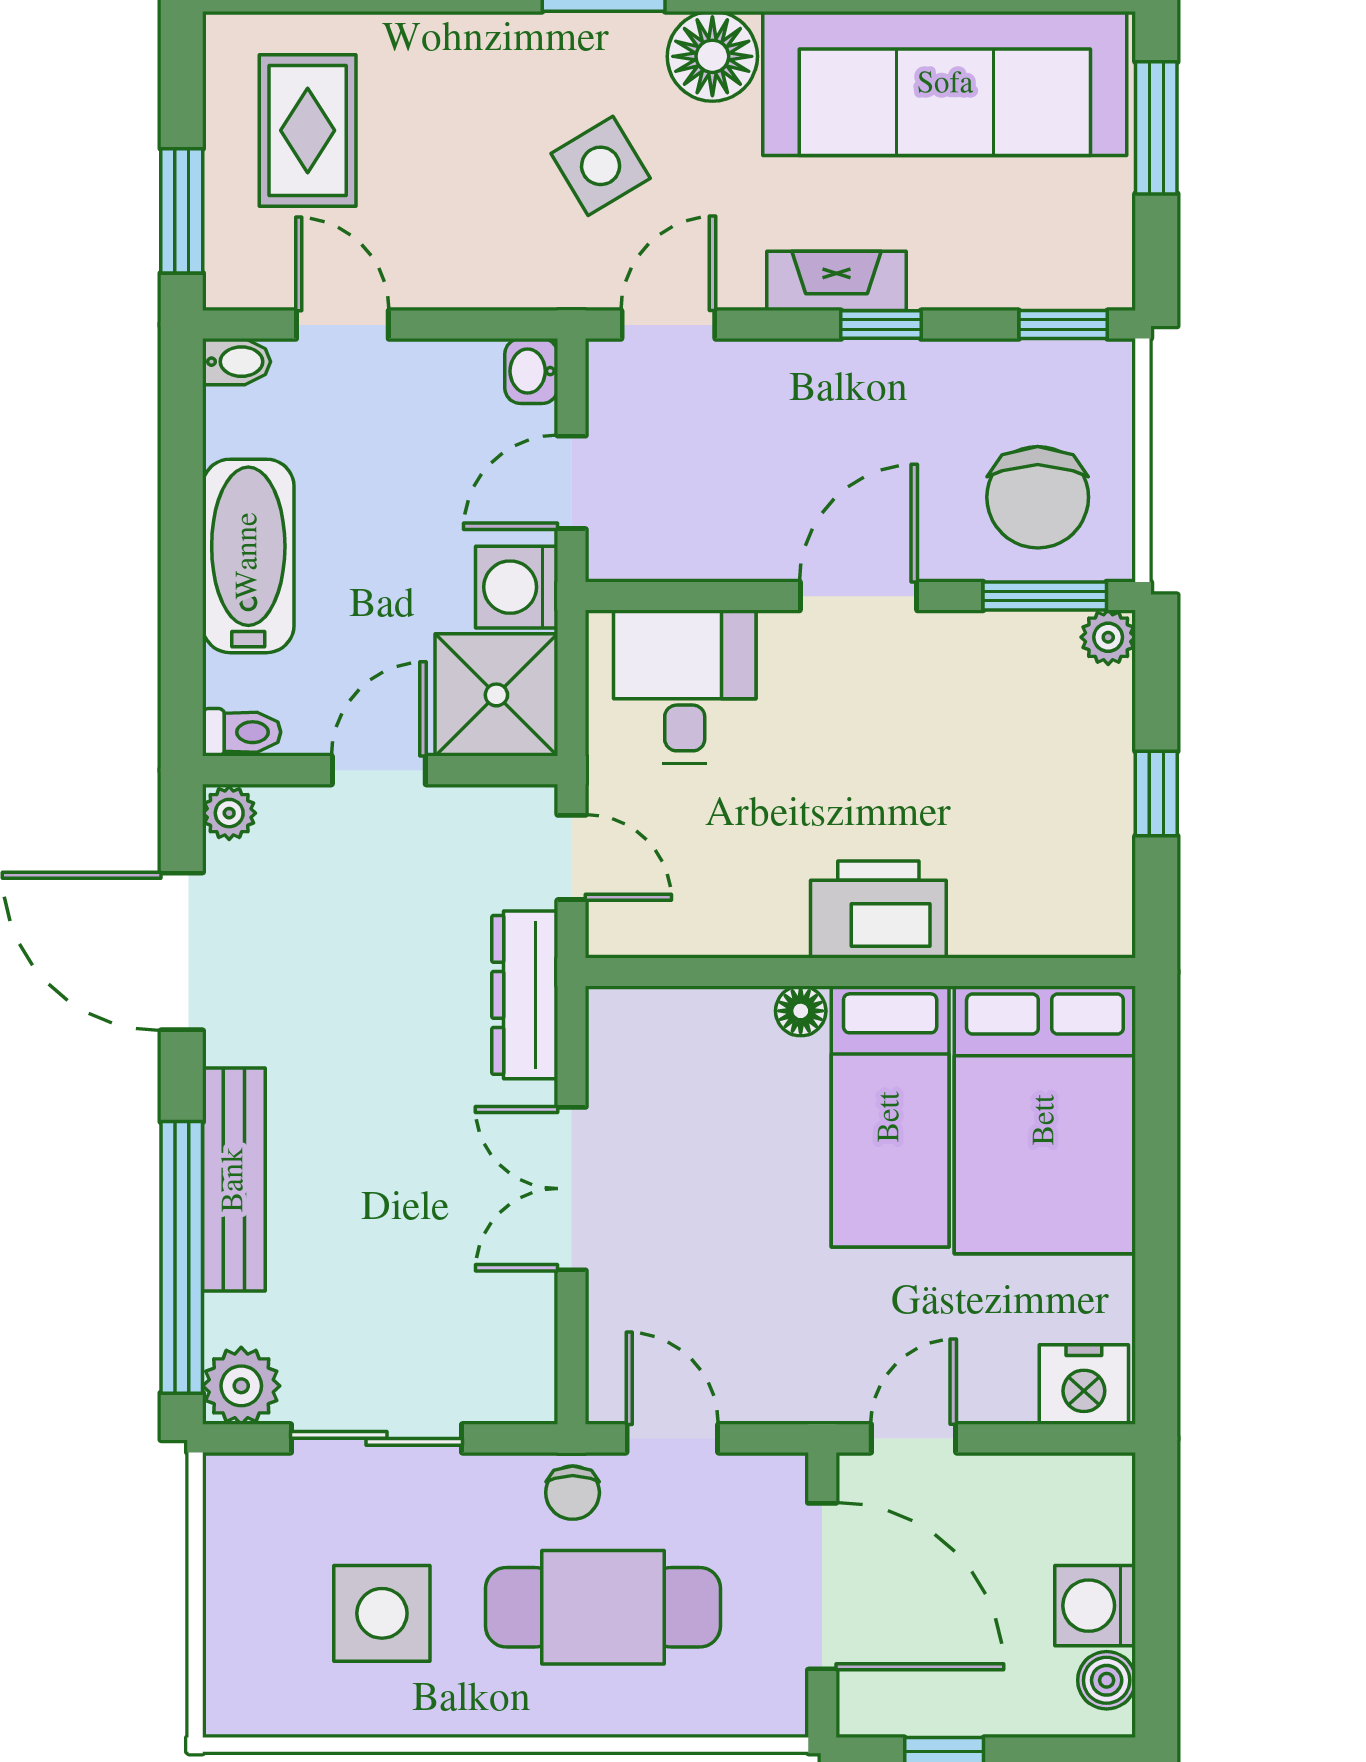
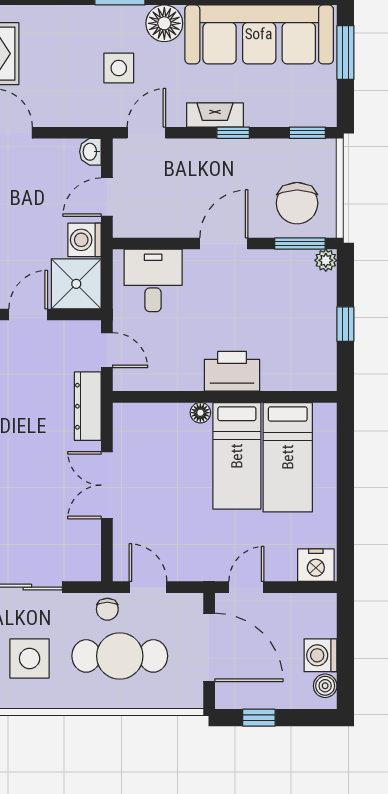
side table: (601, 166) -> (119, 68), turned 31
bed: (1045, 1120) -> (288, 457), width x0.67

